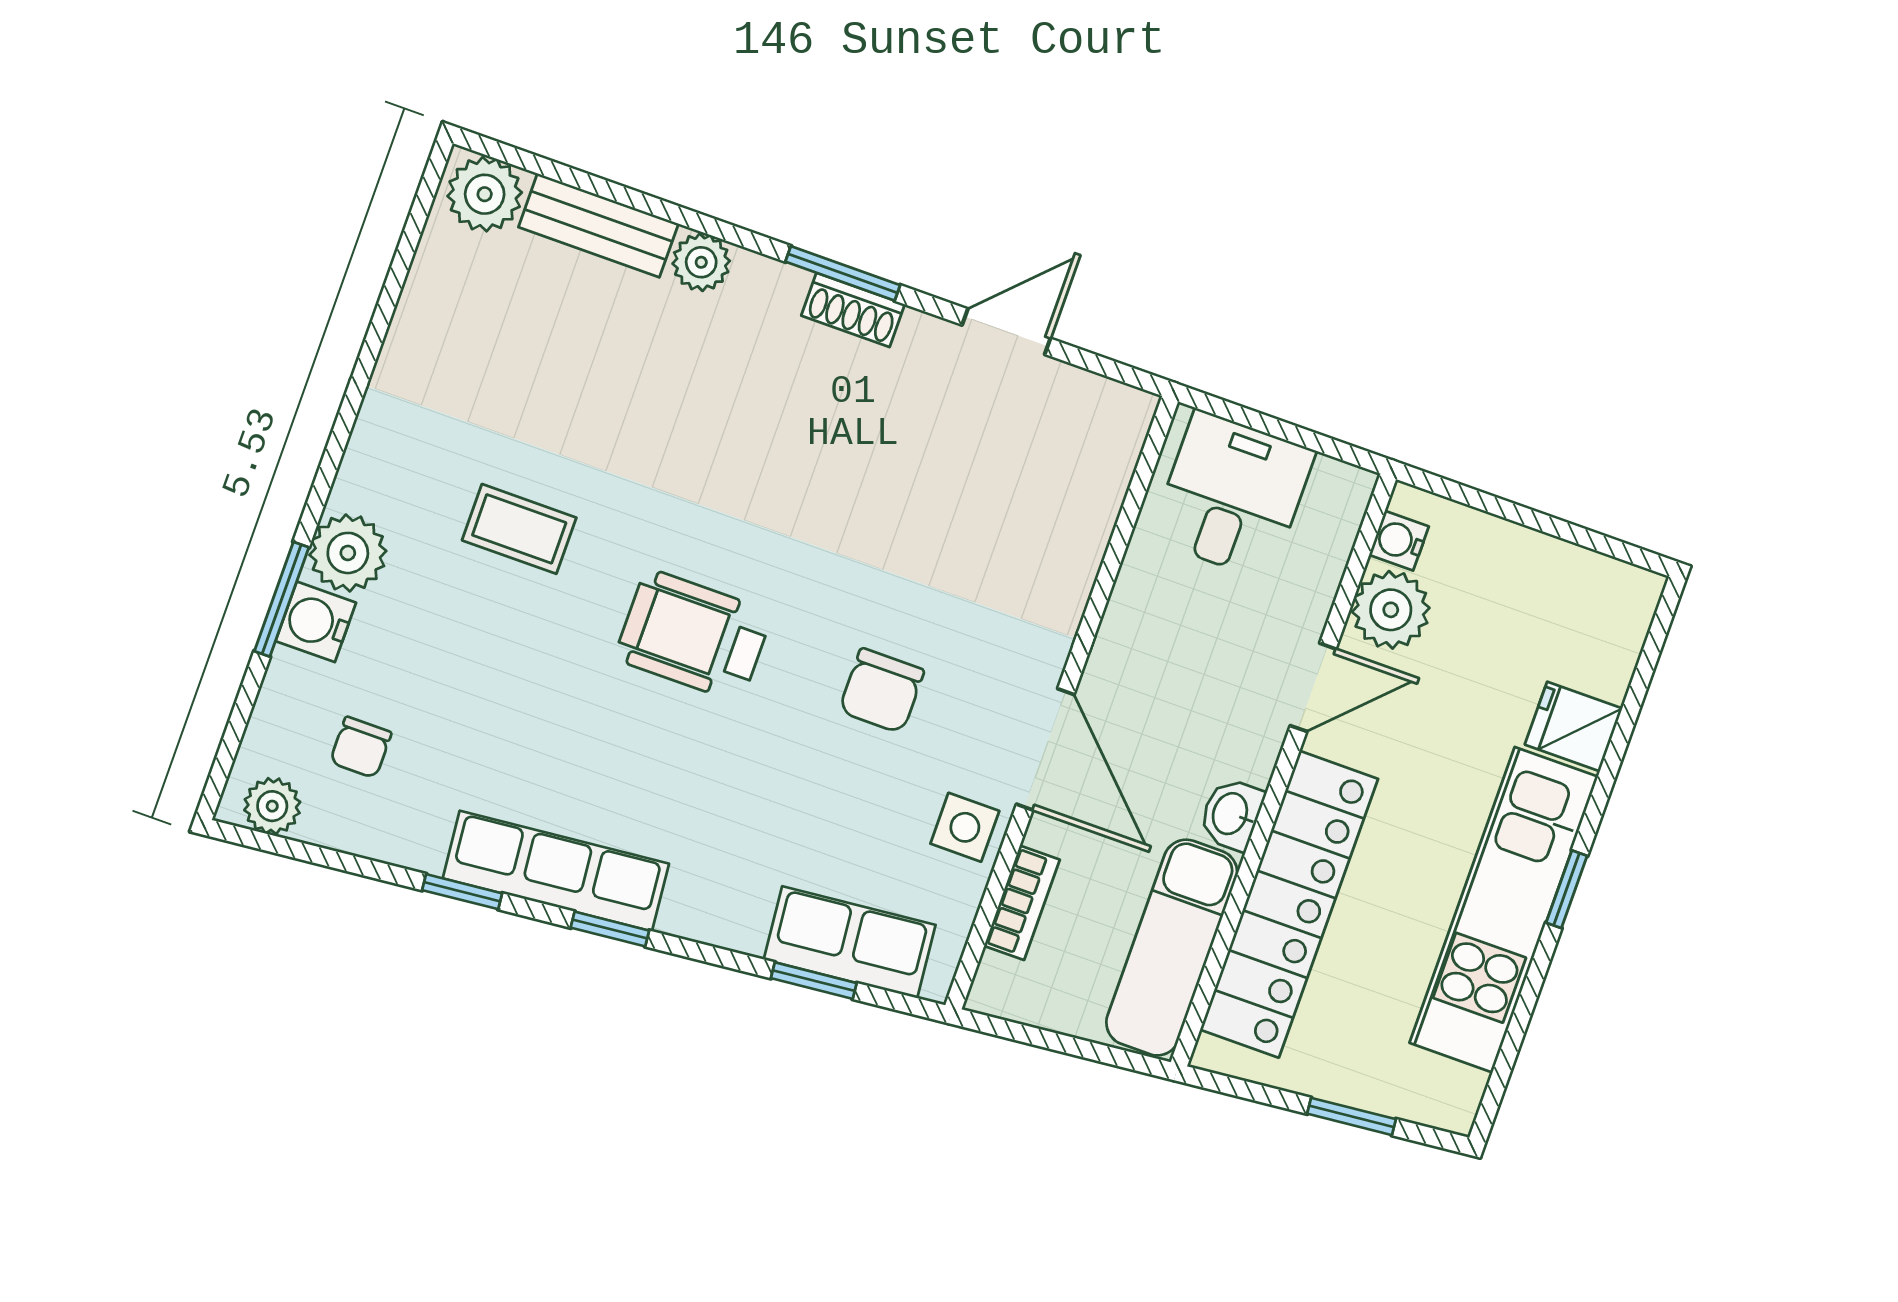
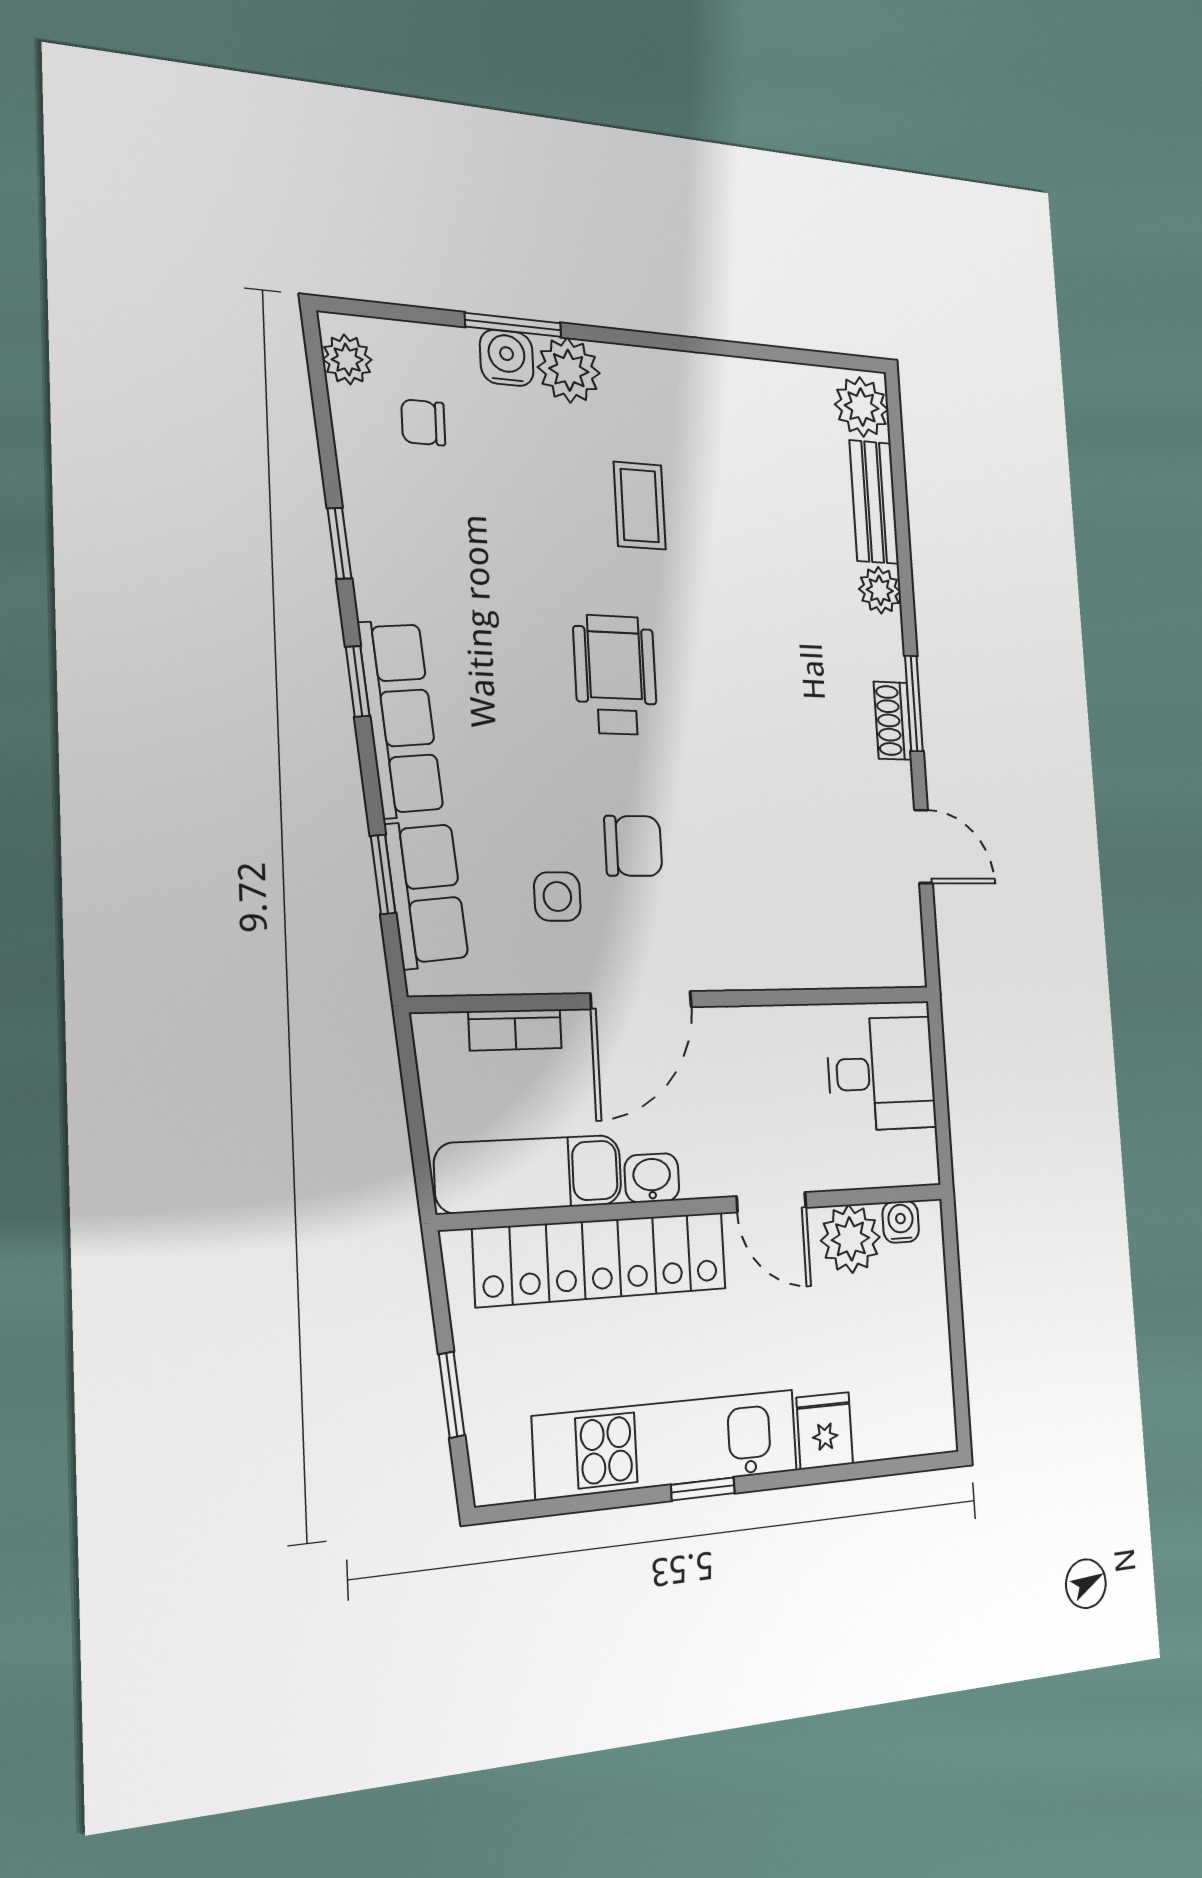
chair: (882, 691) -> (633, 846), turned 180
side table: (965, 827) -> (557, 897), moved
row of seats: (556, 871) -> (401, 718), moved

